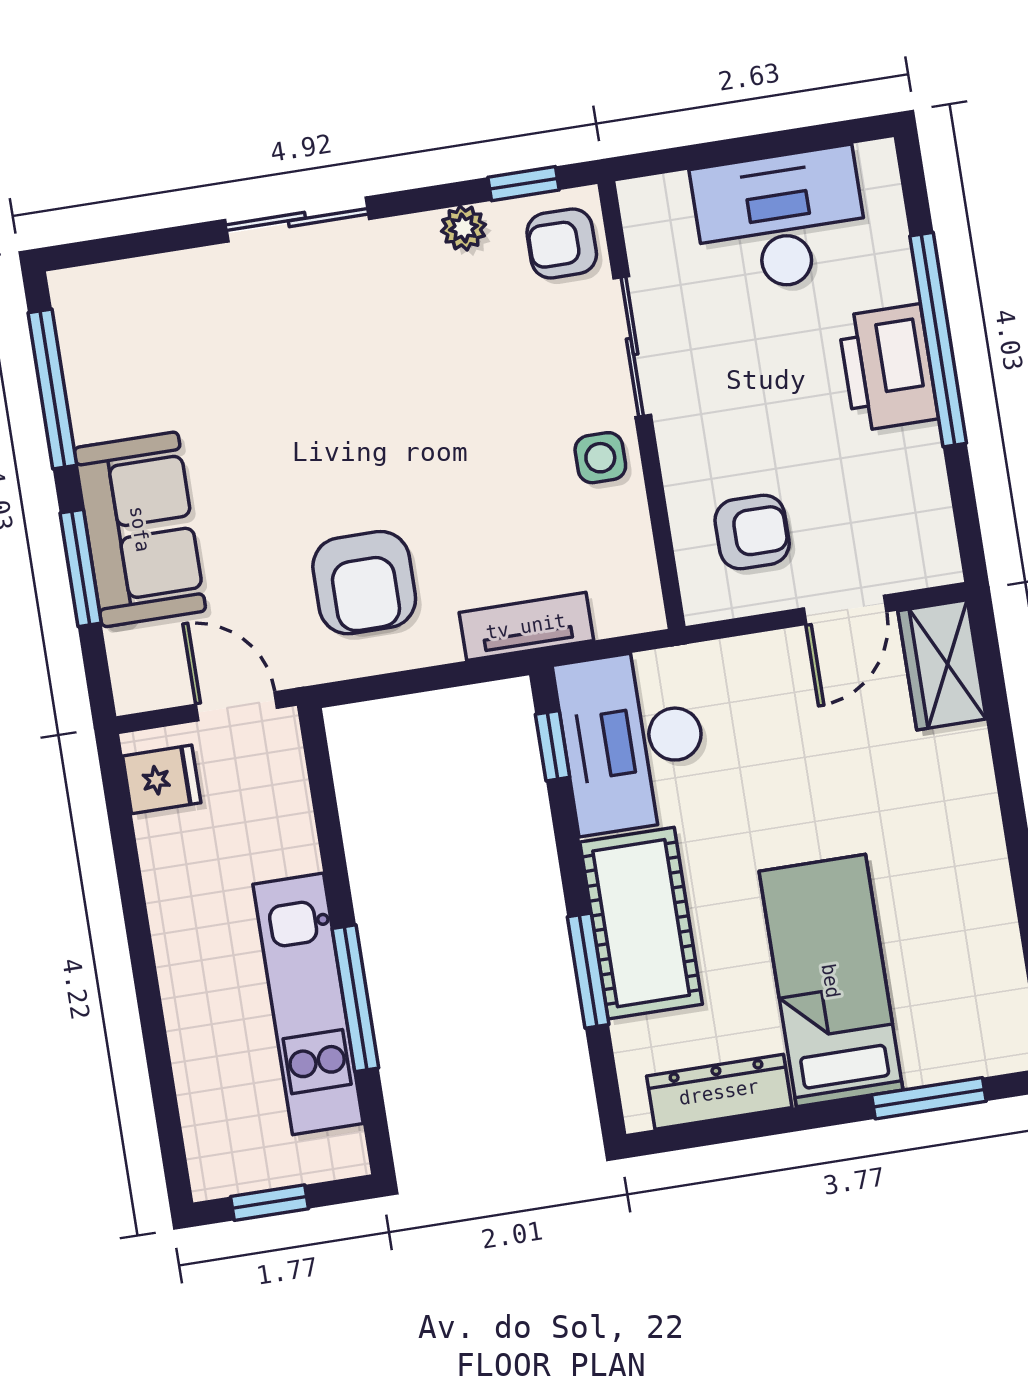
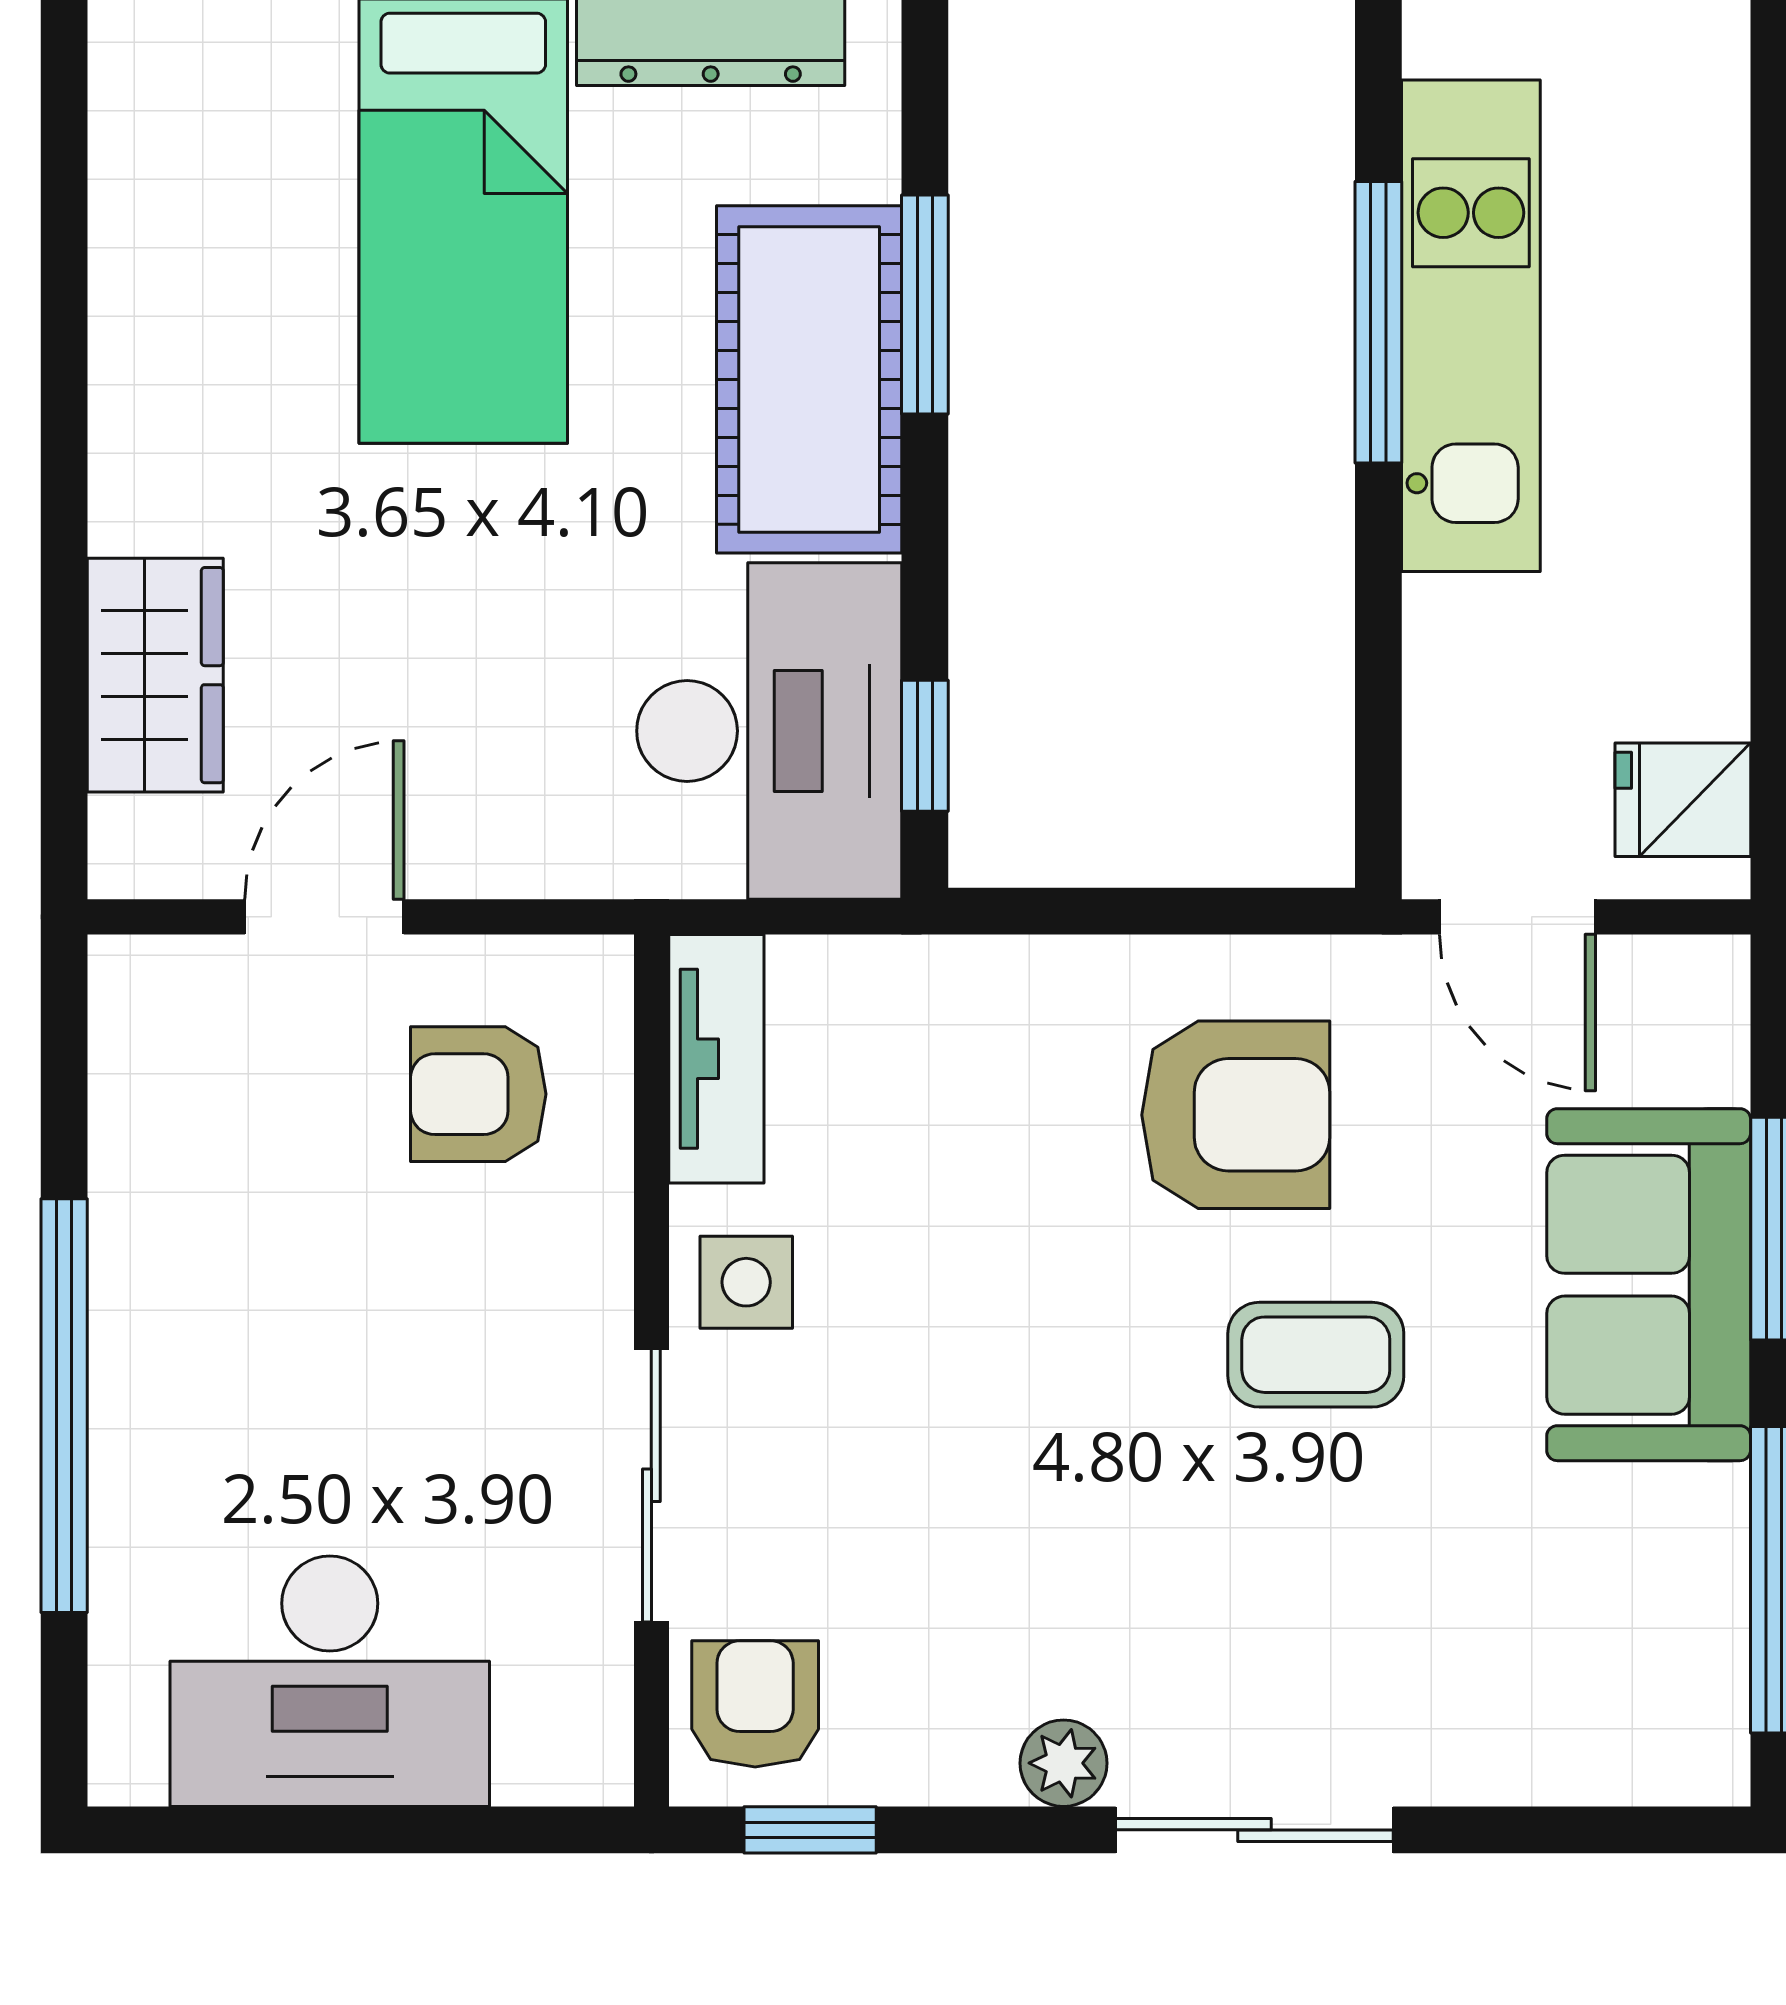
plant: (463, 228) -> (1064, 1763), moved
armchair: (562, 243) -> (755, 1704), turned -90
printer: (888, 368) -> (169, 1367), removed
coffee table: (304, 467) -> (1316, 1355), added
armchair: (364, 583) -> (1236, 1115), turned 90
tv unit: (526, 626) -> (716, 1059), moved, turned -90
wardrobe: (942, 665) -> (155, 675), moved

